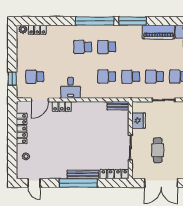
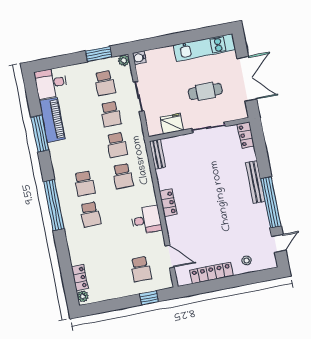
window: (133, 21) -> (40, 134), moved
locker: (62, 106) -> (168, 203), moved
locker: (114, 174) -> (246, 135), width x0.66
window: (78, 183) -> (271, 202), moved

